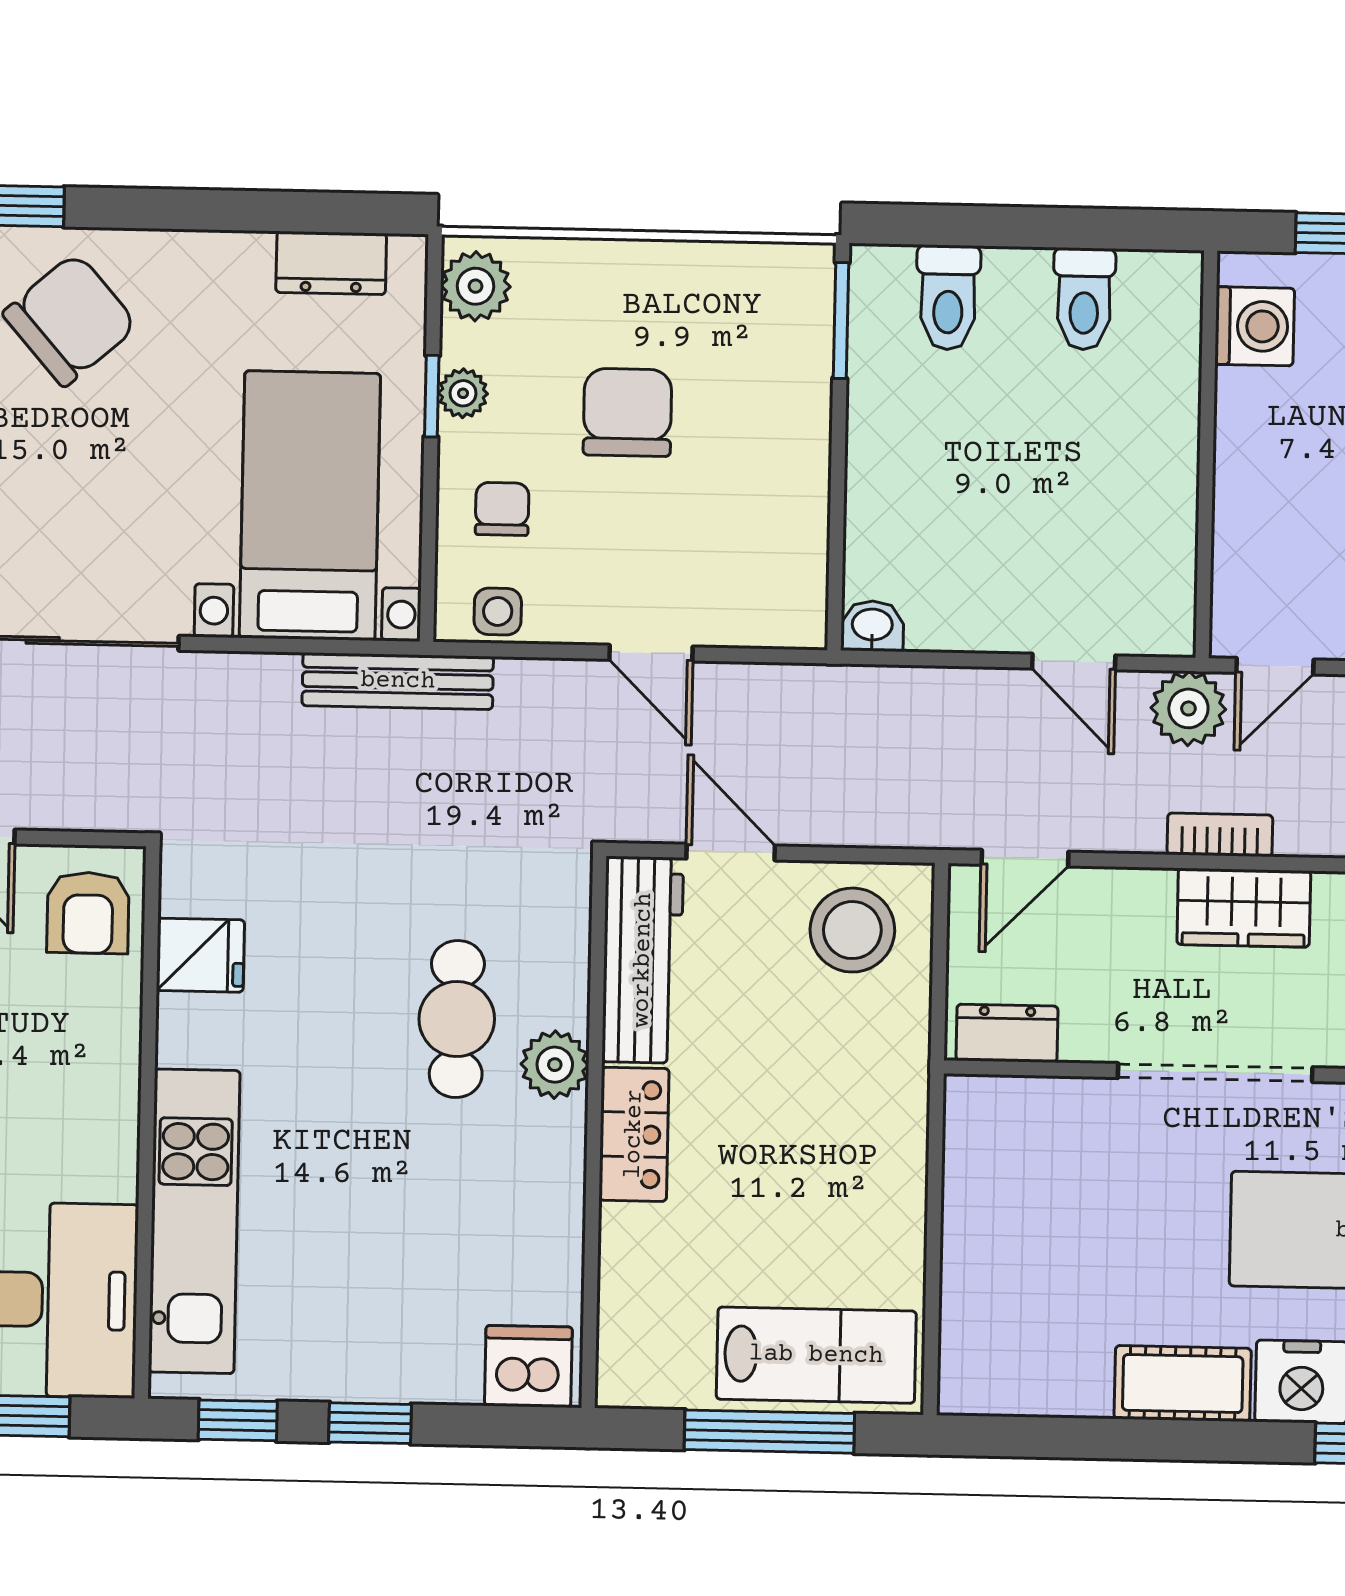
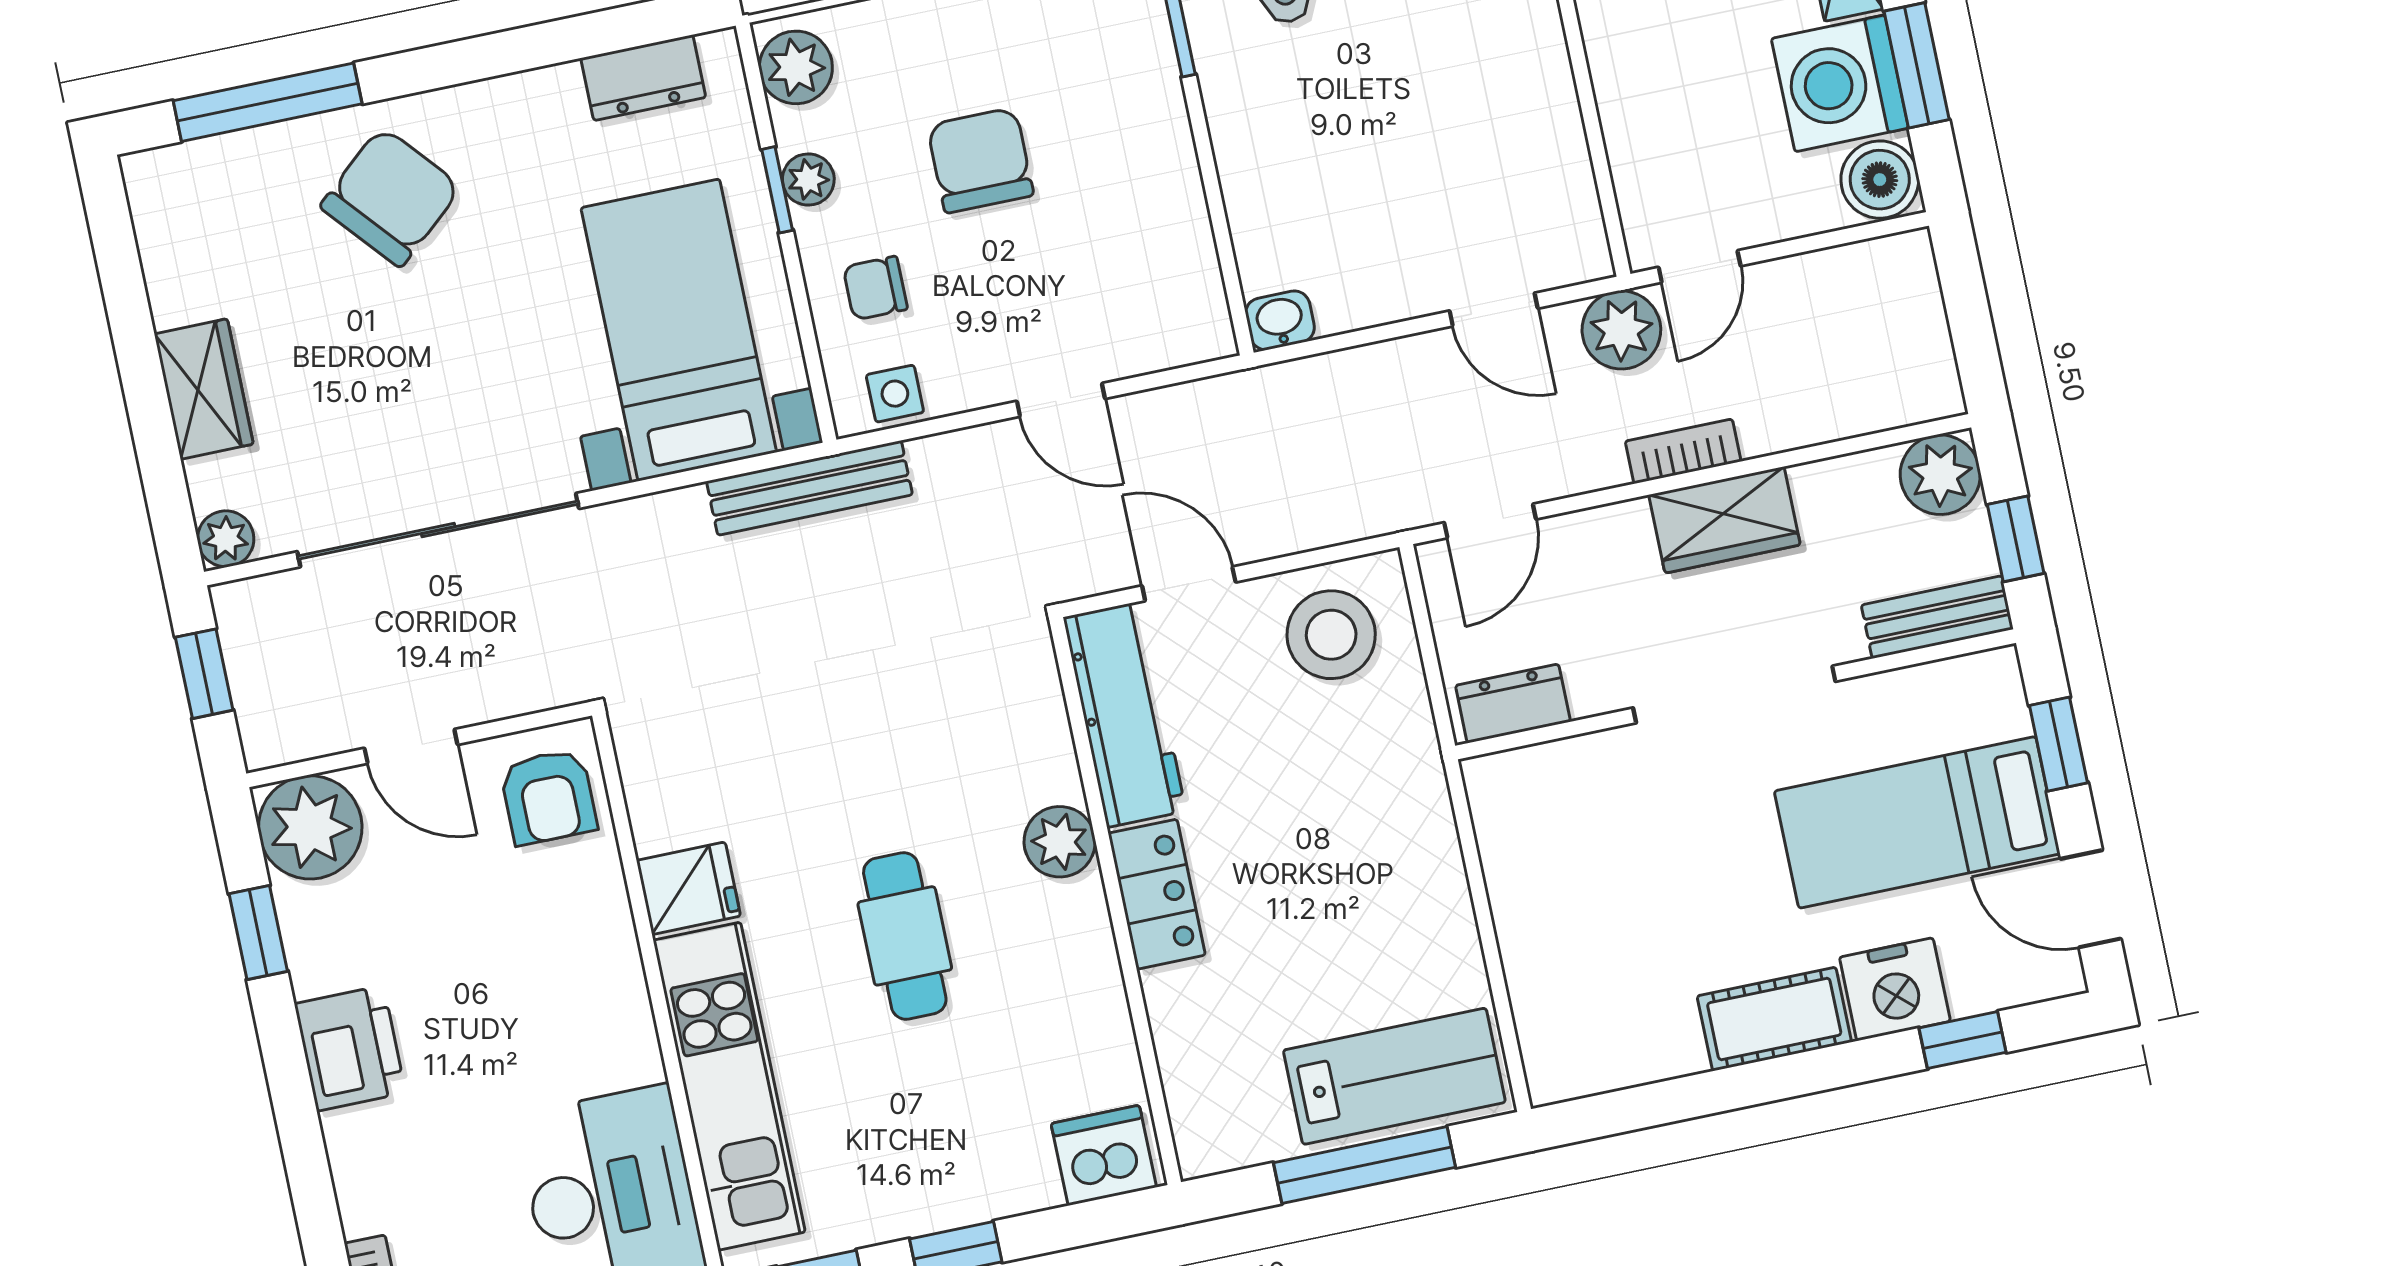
chair: (502, 509) -> (875, 288), turned -90
fridge: (200, 955) -> (688, 888), moved
cafe table: (457, 1019) -> (905, 936), moved

